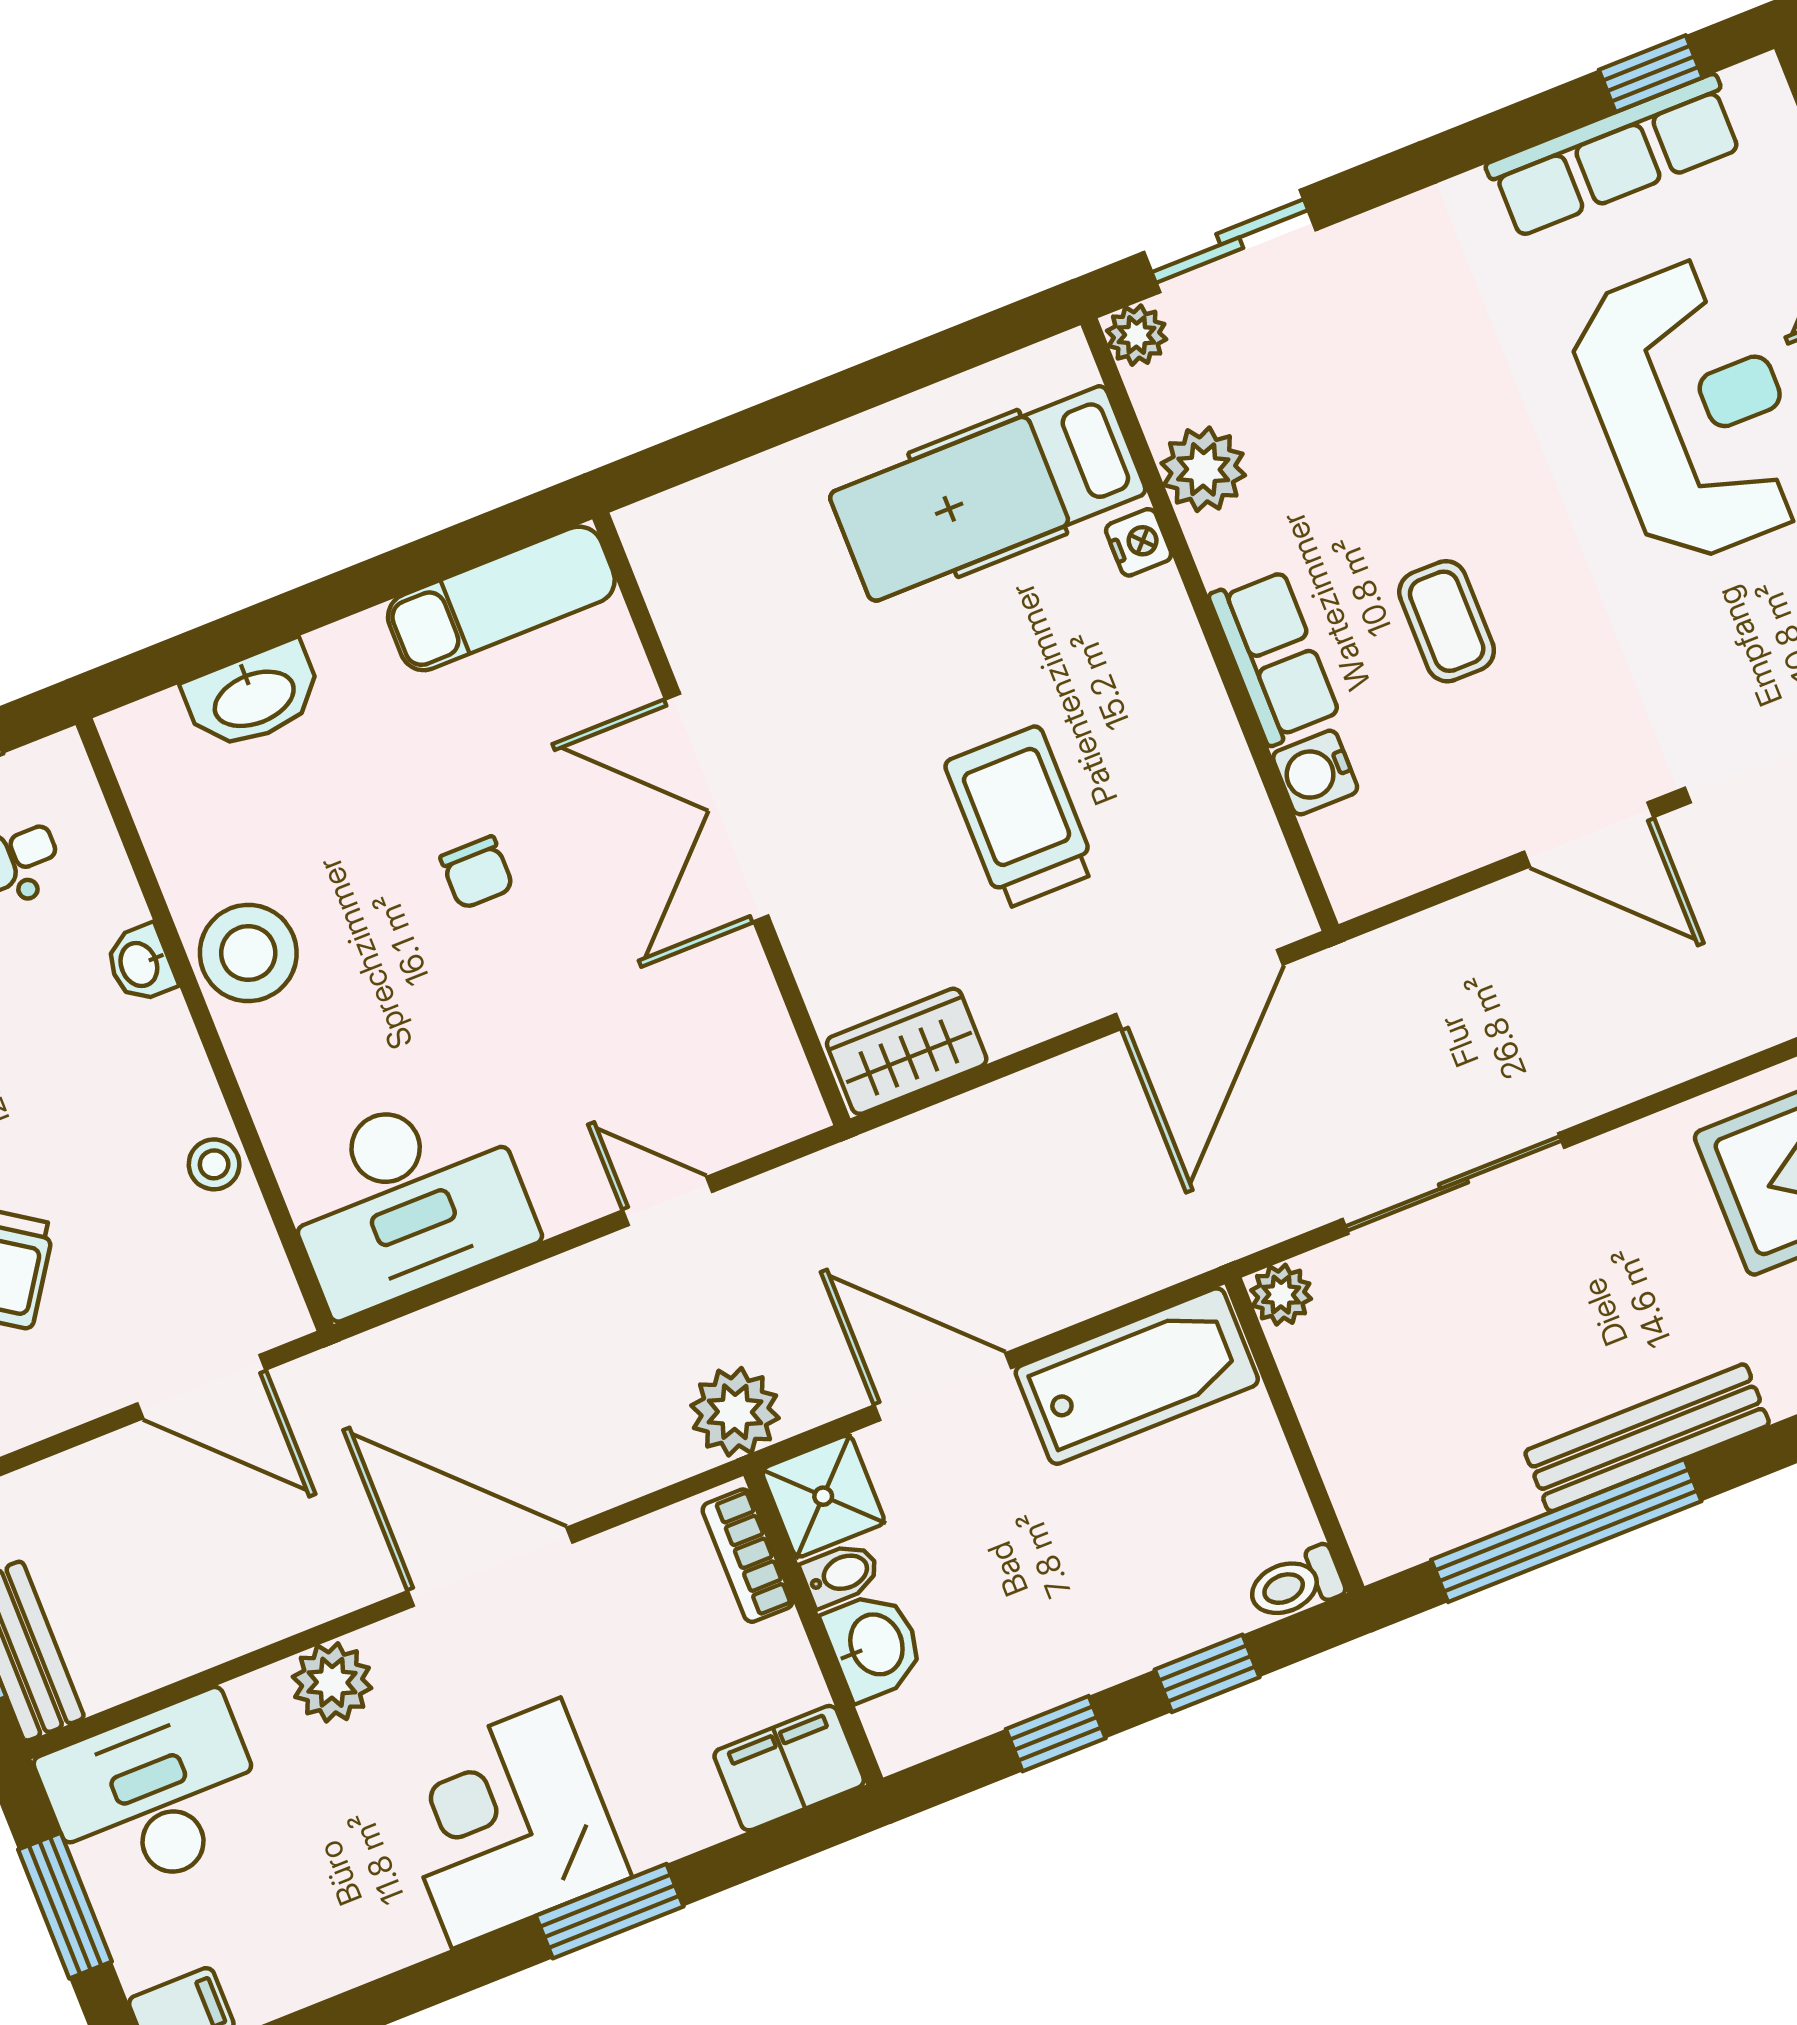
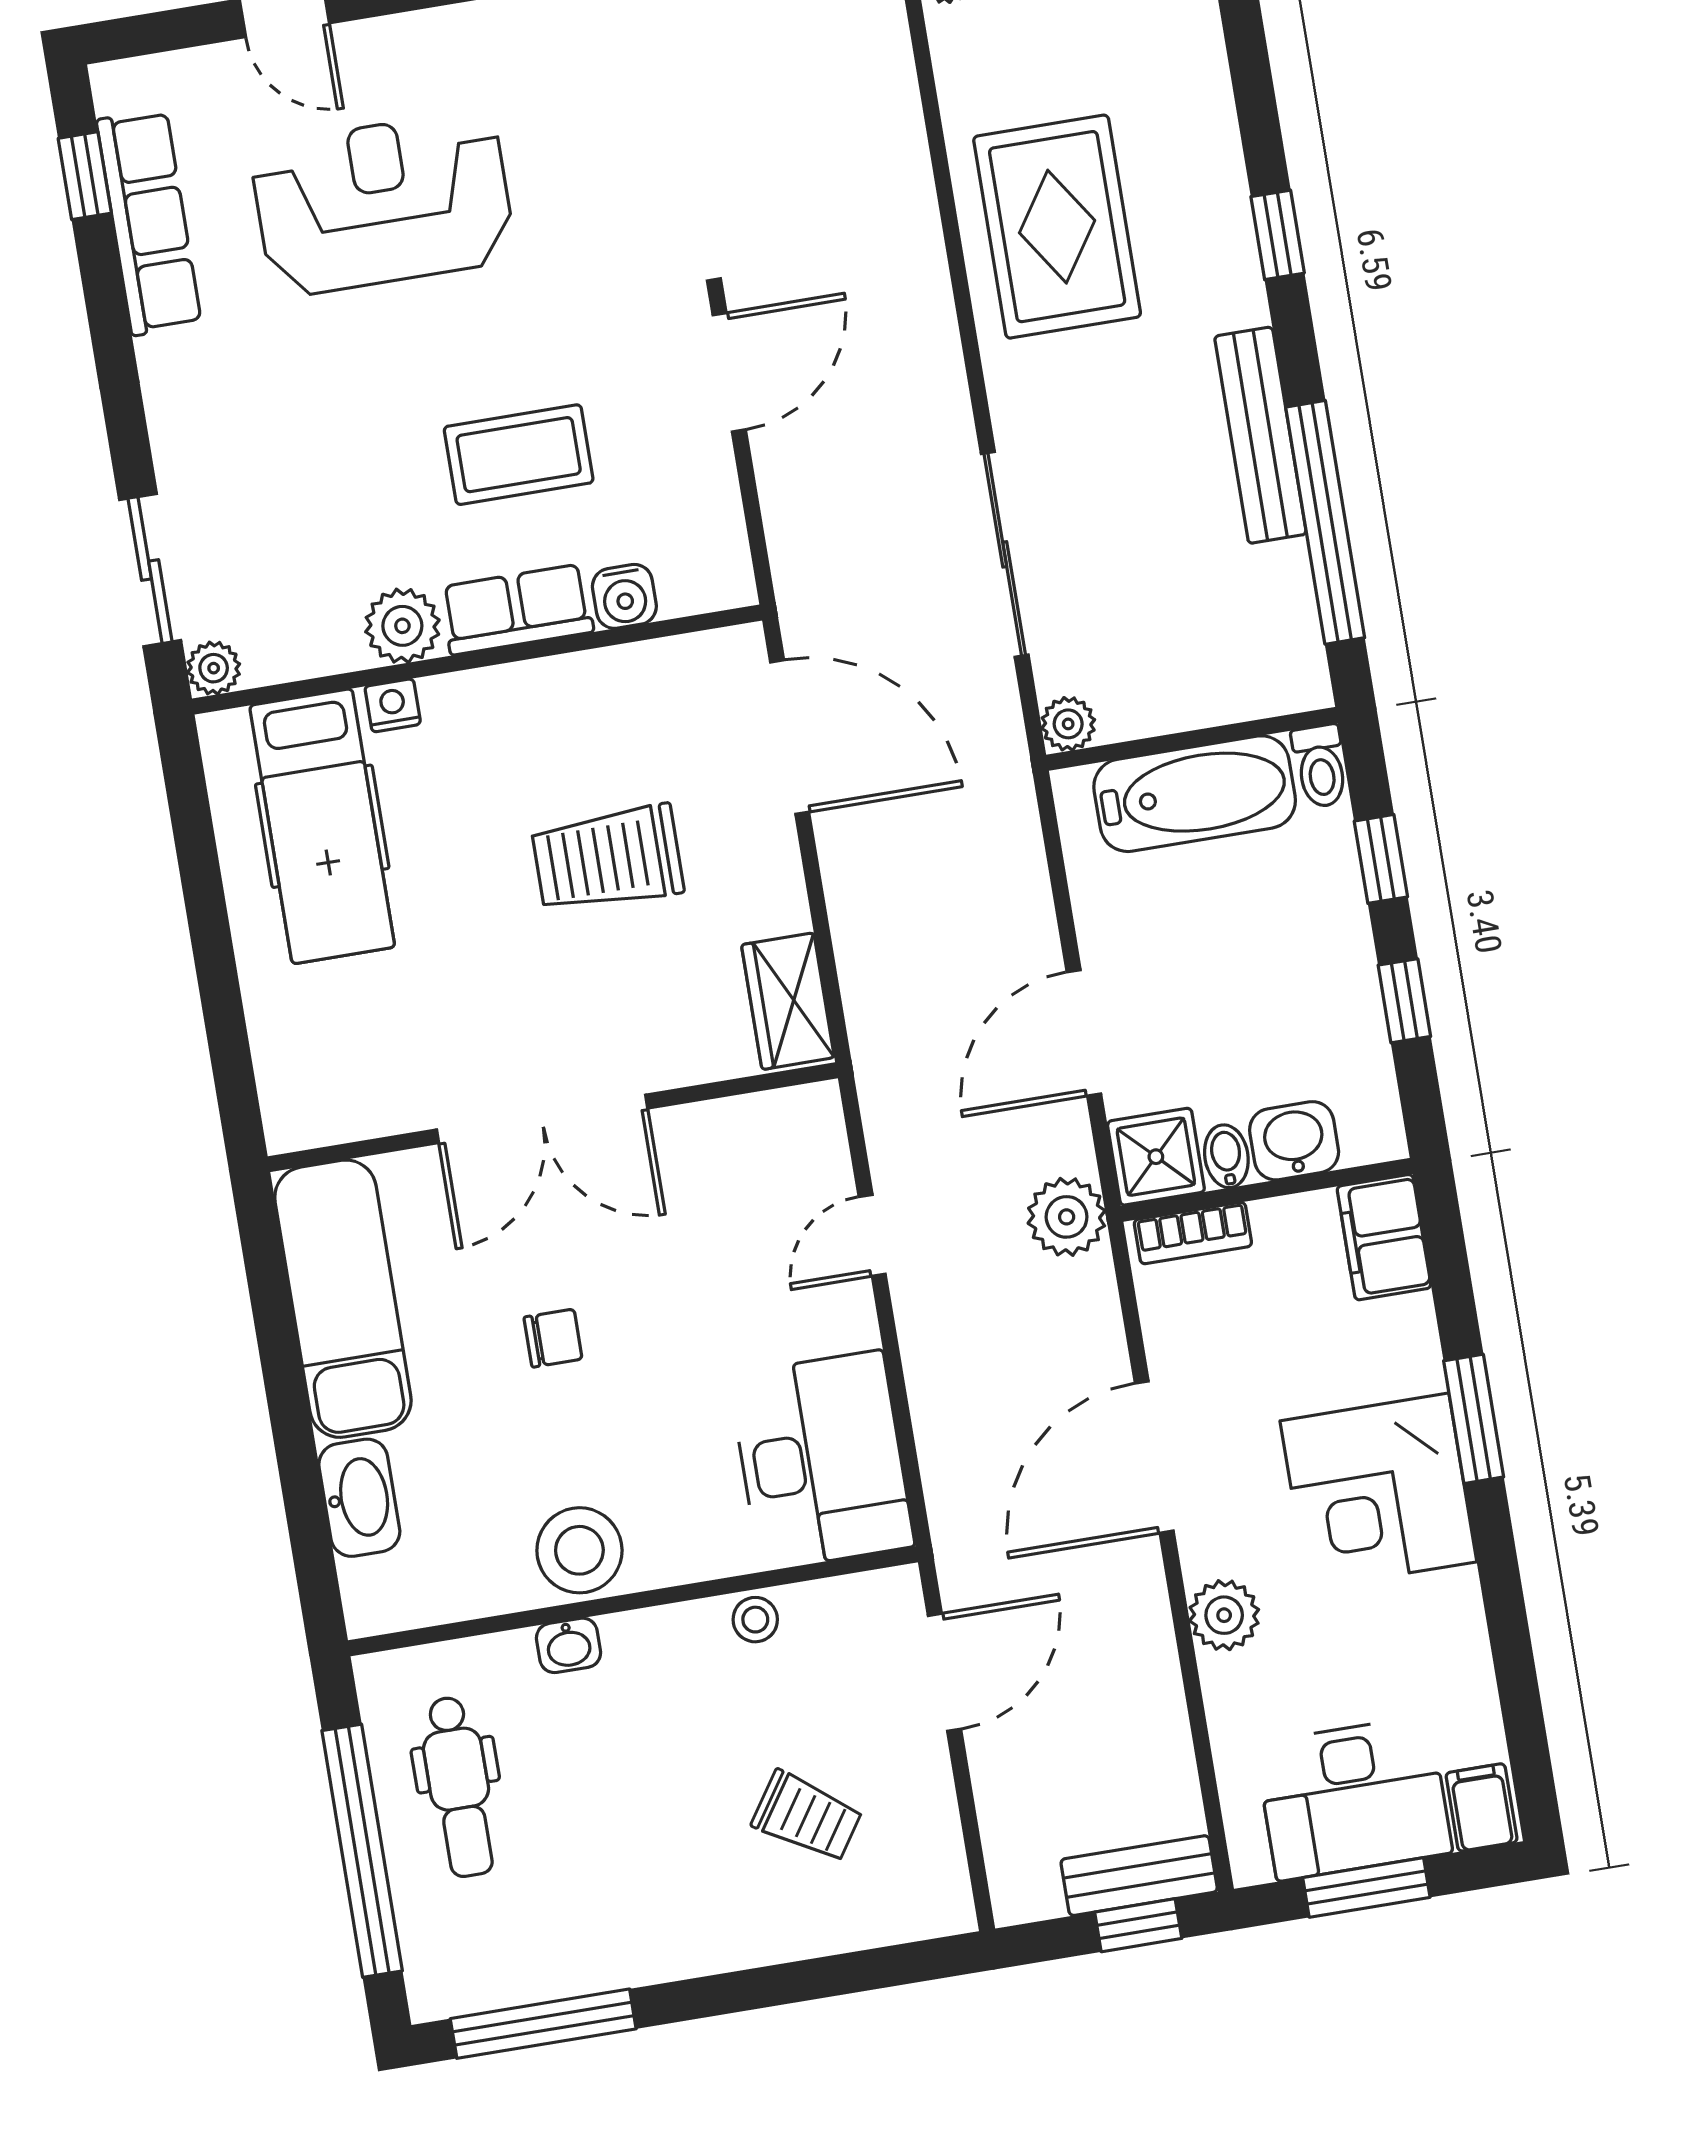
plant: (1203, 469) -> (402, 626), moved
exam couch: (501, 598) -> (343, 1299), width x1.36, depth x1.45
coffee table: (1447, 621) -> (519, 455), width x1.36, depth x1.30
bathtub: (1137, 1376) -> (1195, 794), moved, turned 90
desk: (155, 1796) -> (1354, 1798), moved, turned -90

